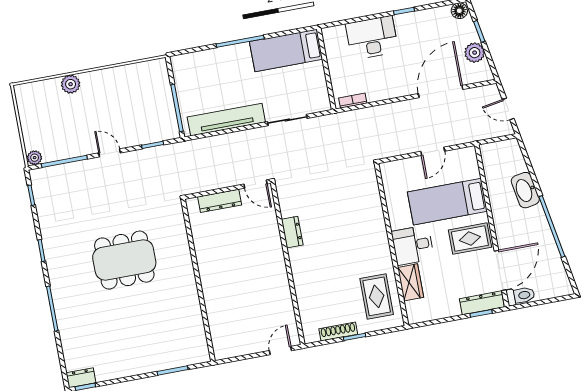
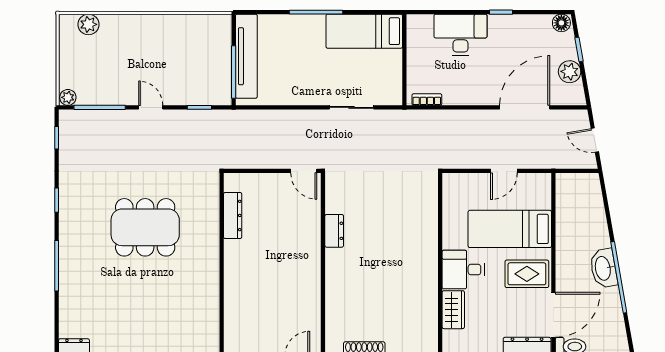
plant: (71, 84) -> (88, 24), moved
tv unit: (226, 120) -> (246, 56), moved, turned 90
washbasin: (525, 190) -> (603, 268), moved
dresser: (220, 201) -> (233, 215), moved, turned -90
rug: (377, 296) -> (413, 318), removed

